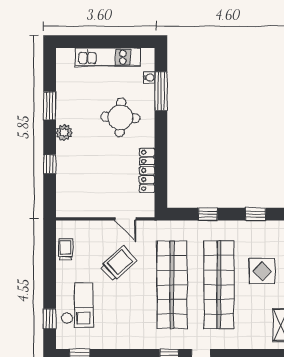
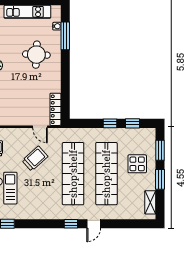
locker: (147, 170) -> (55, 109), moved
window: (208, 214) -> (110, 123), moved

